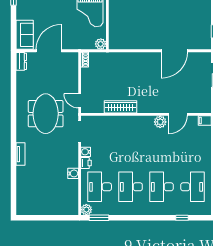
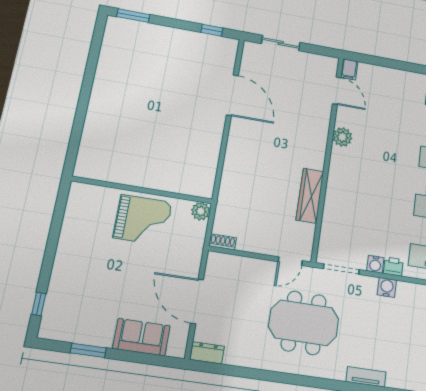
sofa: (25, 35) -> (142, 337), moved
door: (178, 114) -> (337, 91), moved
water cooler: (73, 173) -> (387, 287), moved

